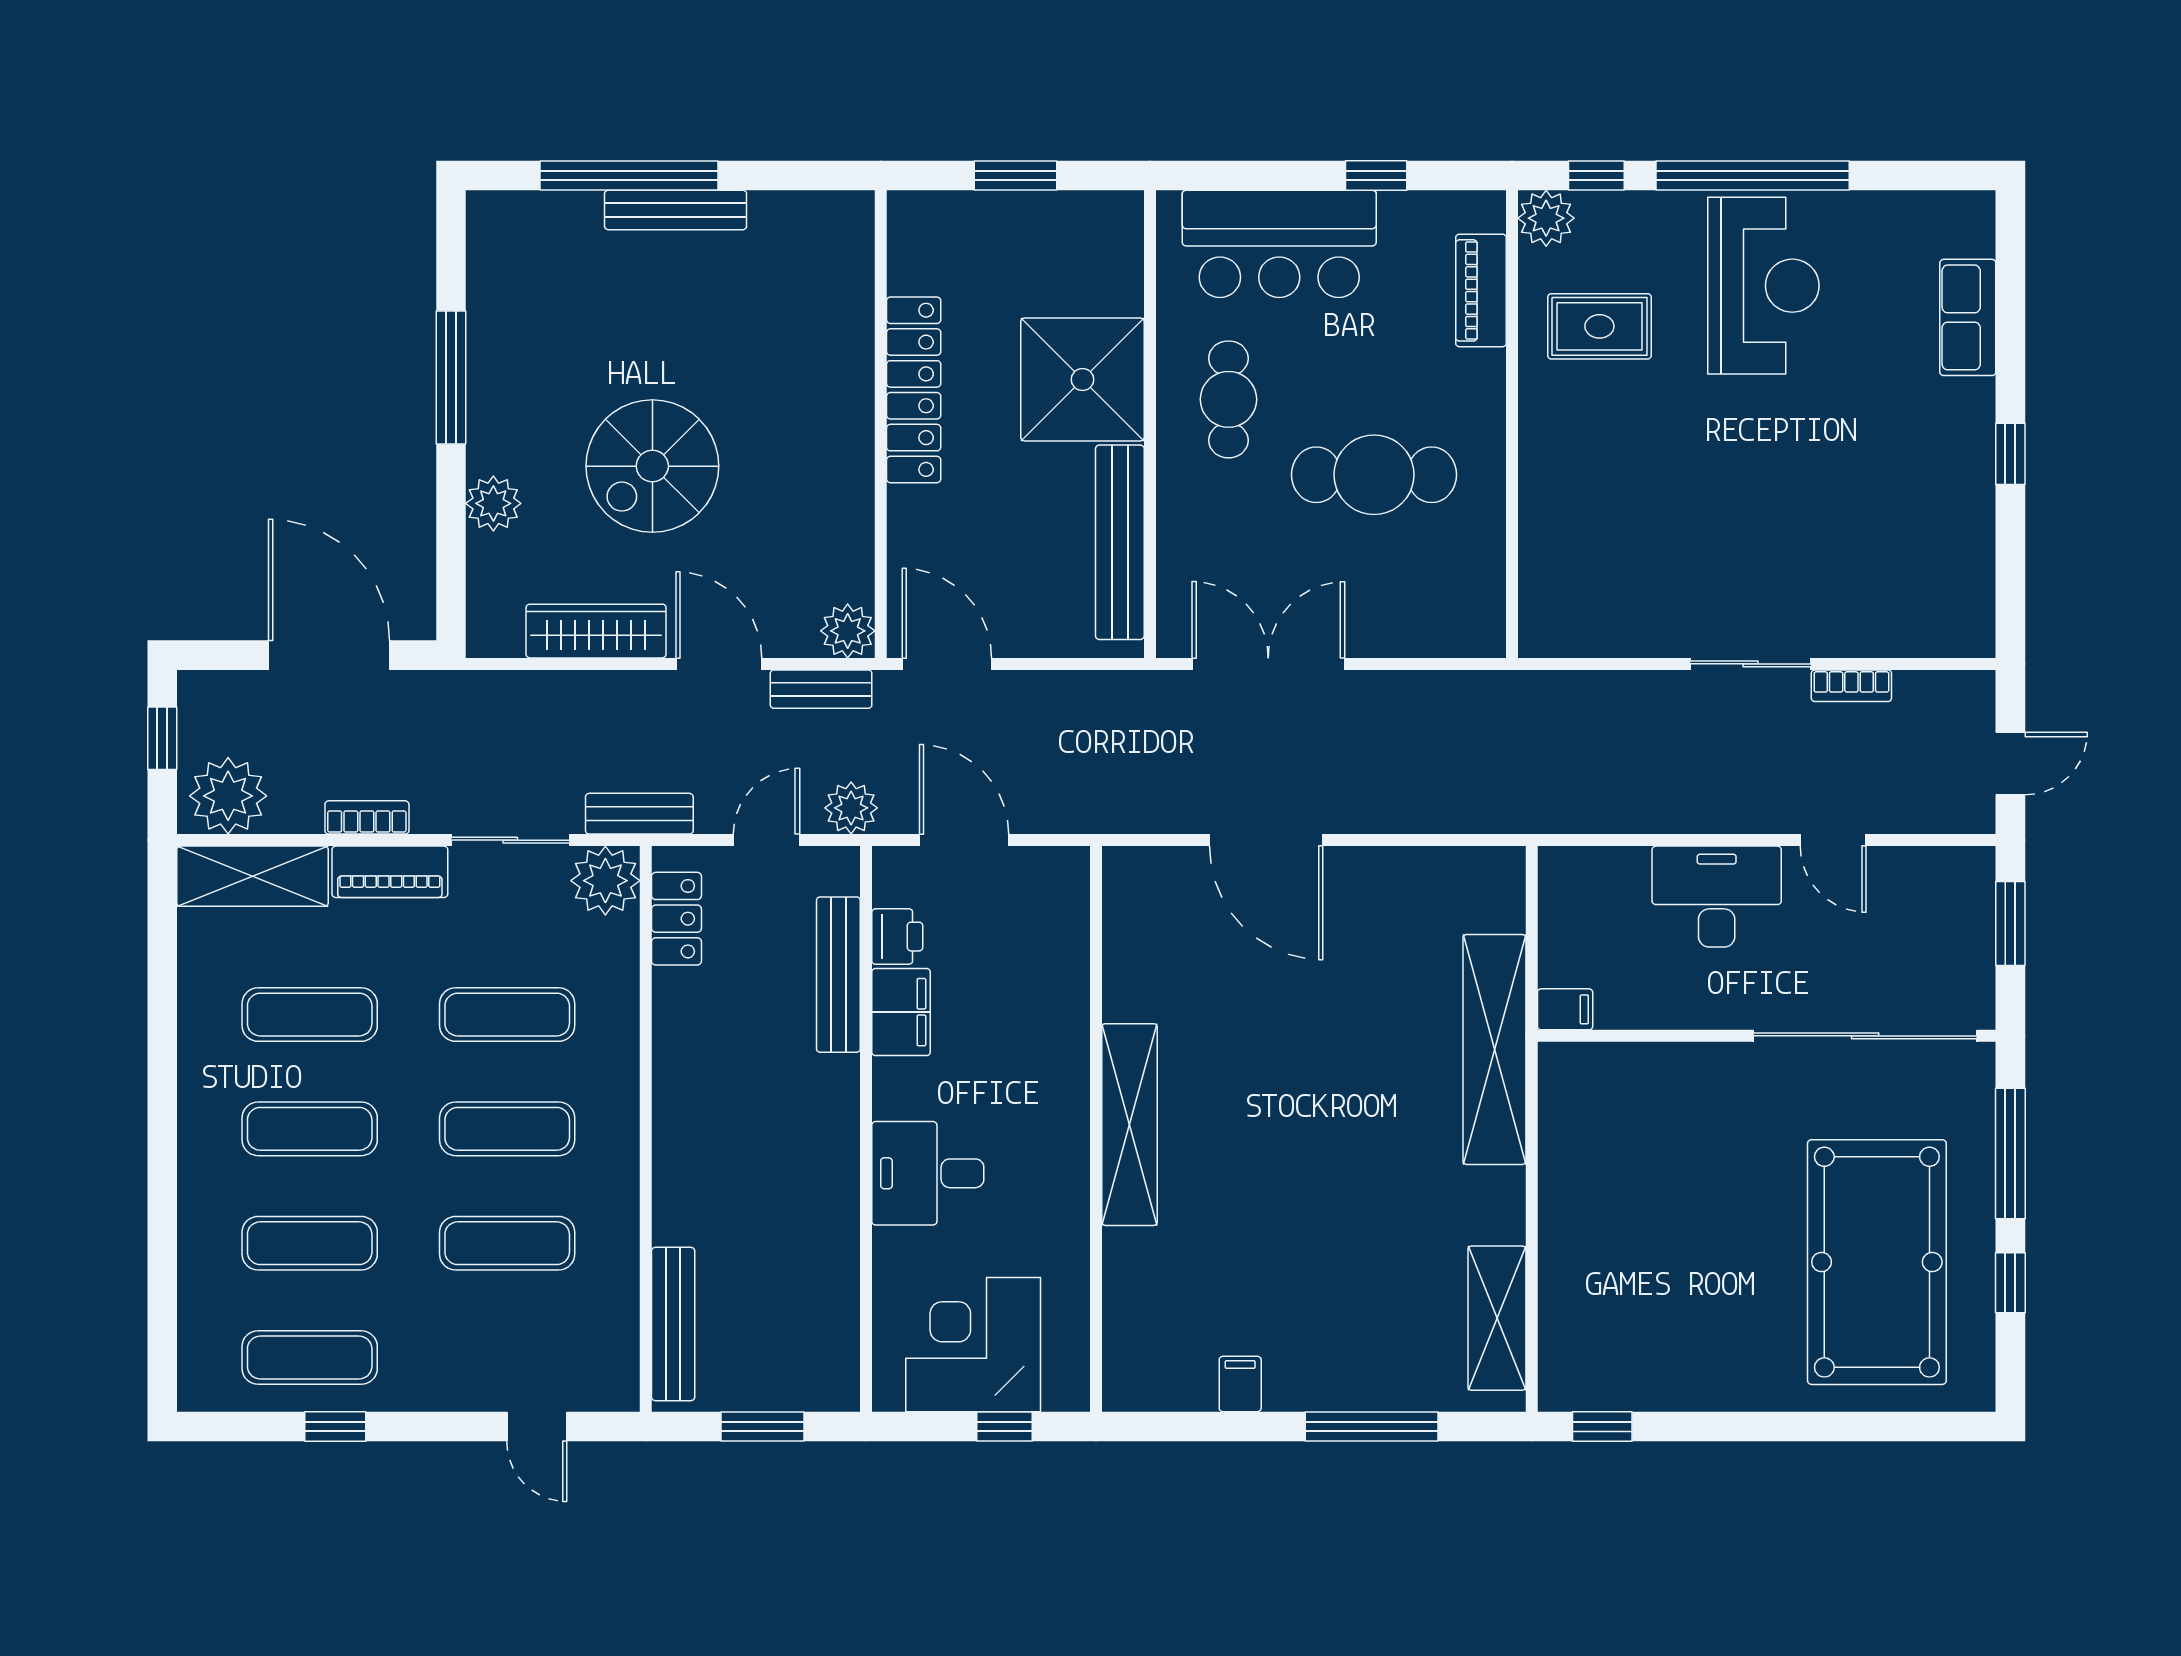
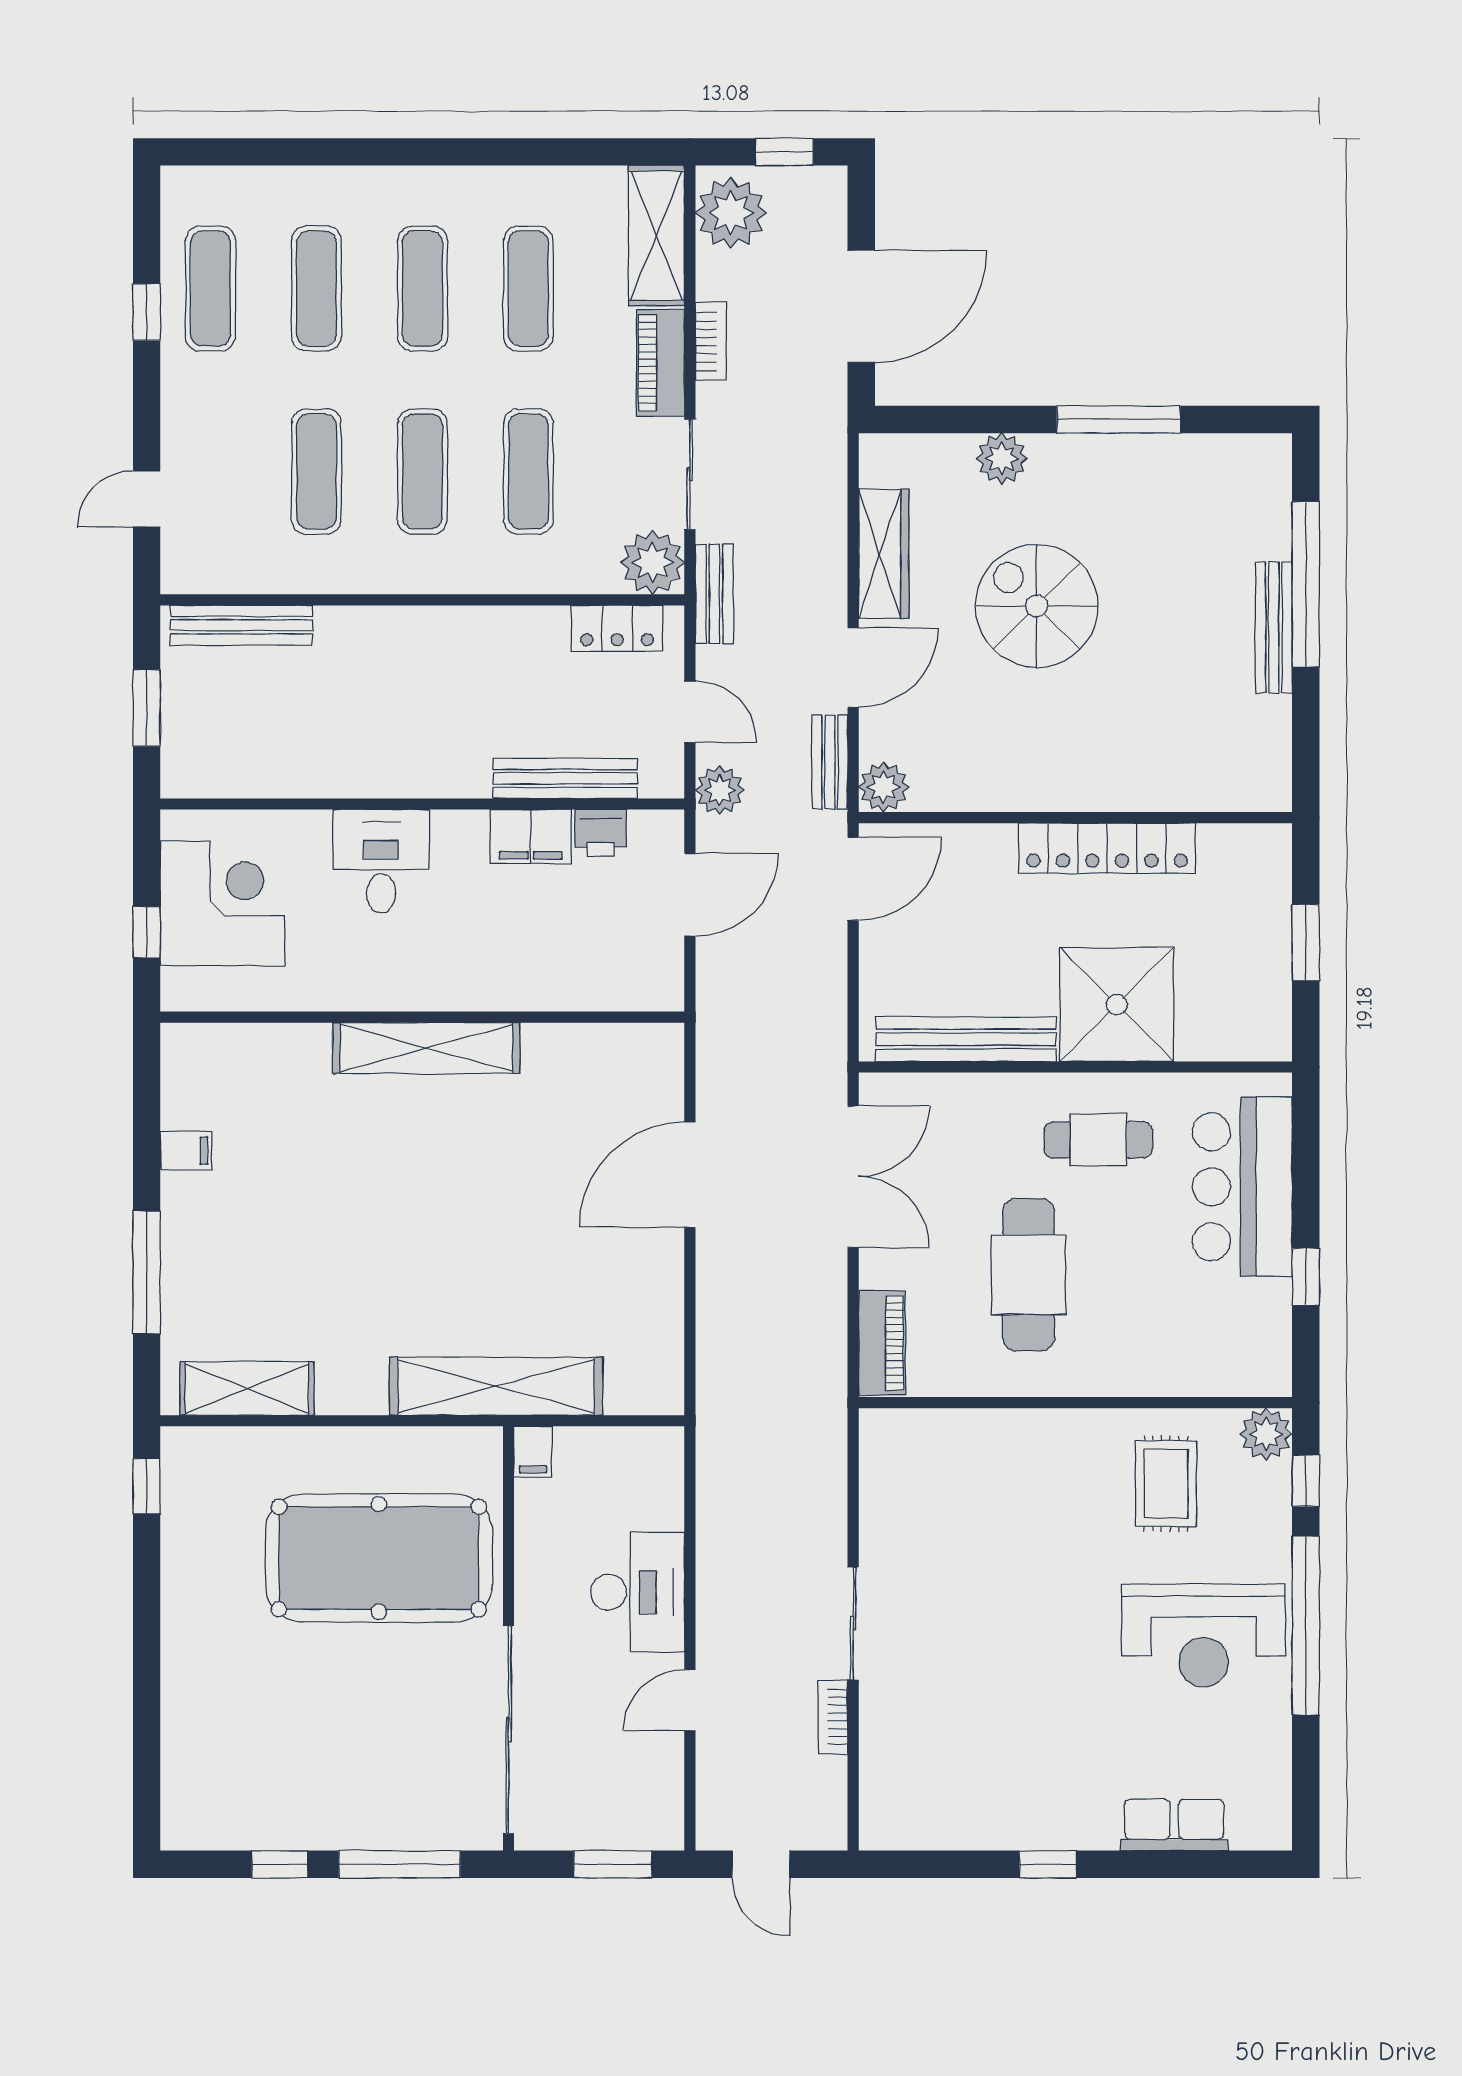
piano: (1481, 290) -> (882, 1343), moved, turned 90
pool table: (1877, 1262) -> (379, 1558), moved

